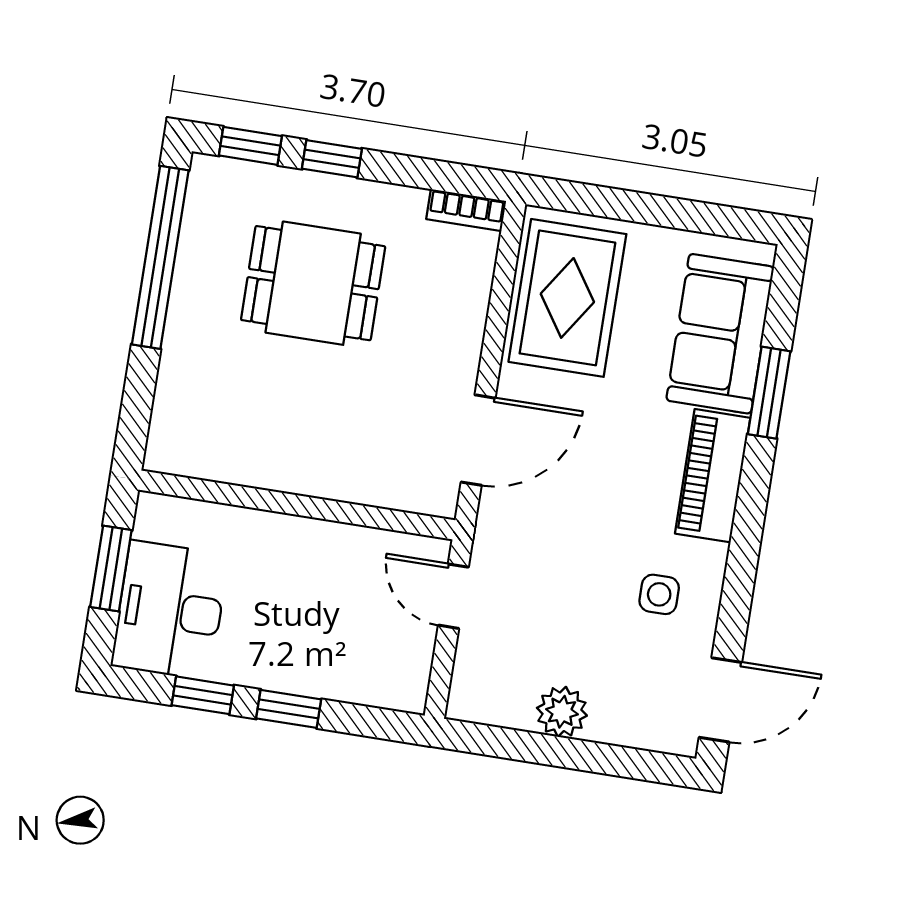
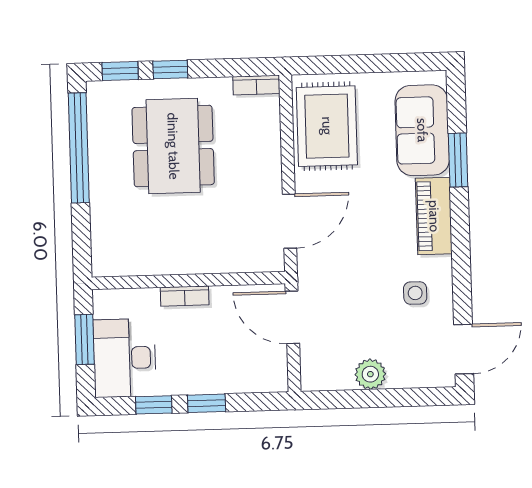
dining table: (313, 283) -> (173, 146), width x1.38
bookcase: (286, 529) -> (185, 296), added
door: (453, 596) -> (292, 317), width x1.38

